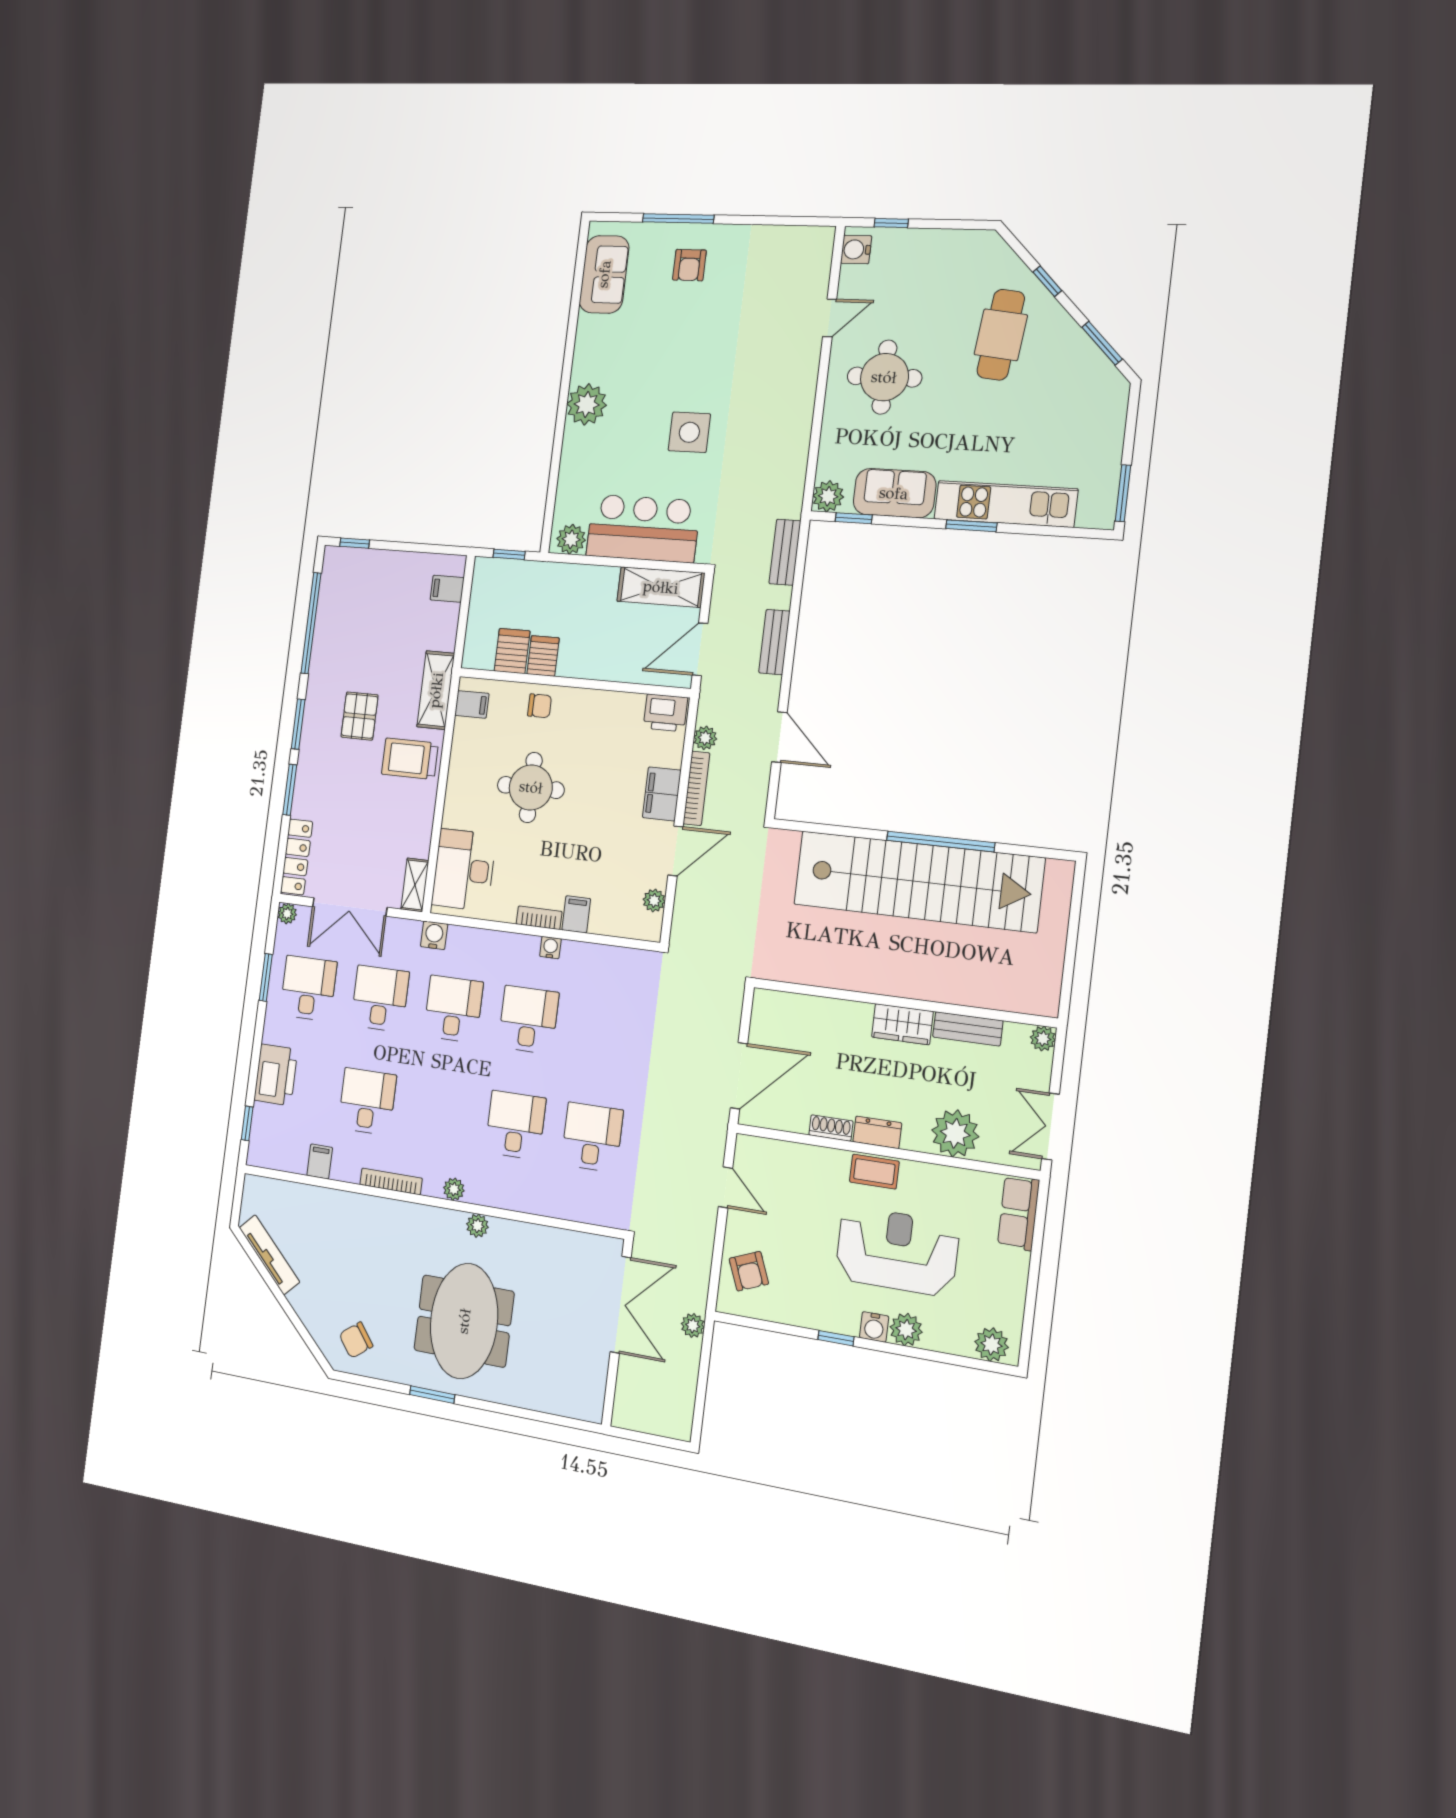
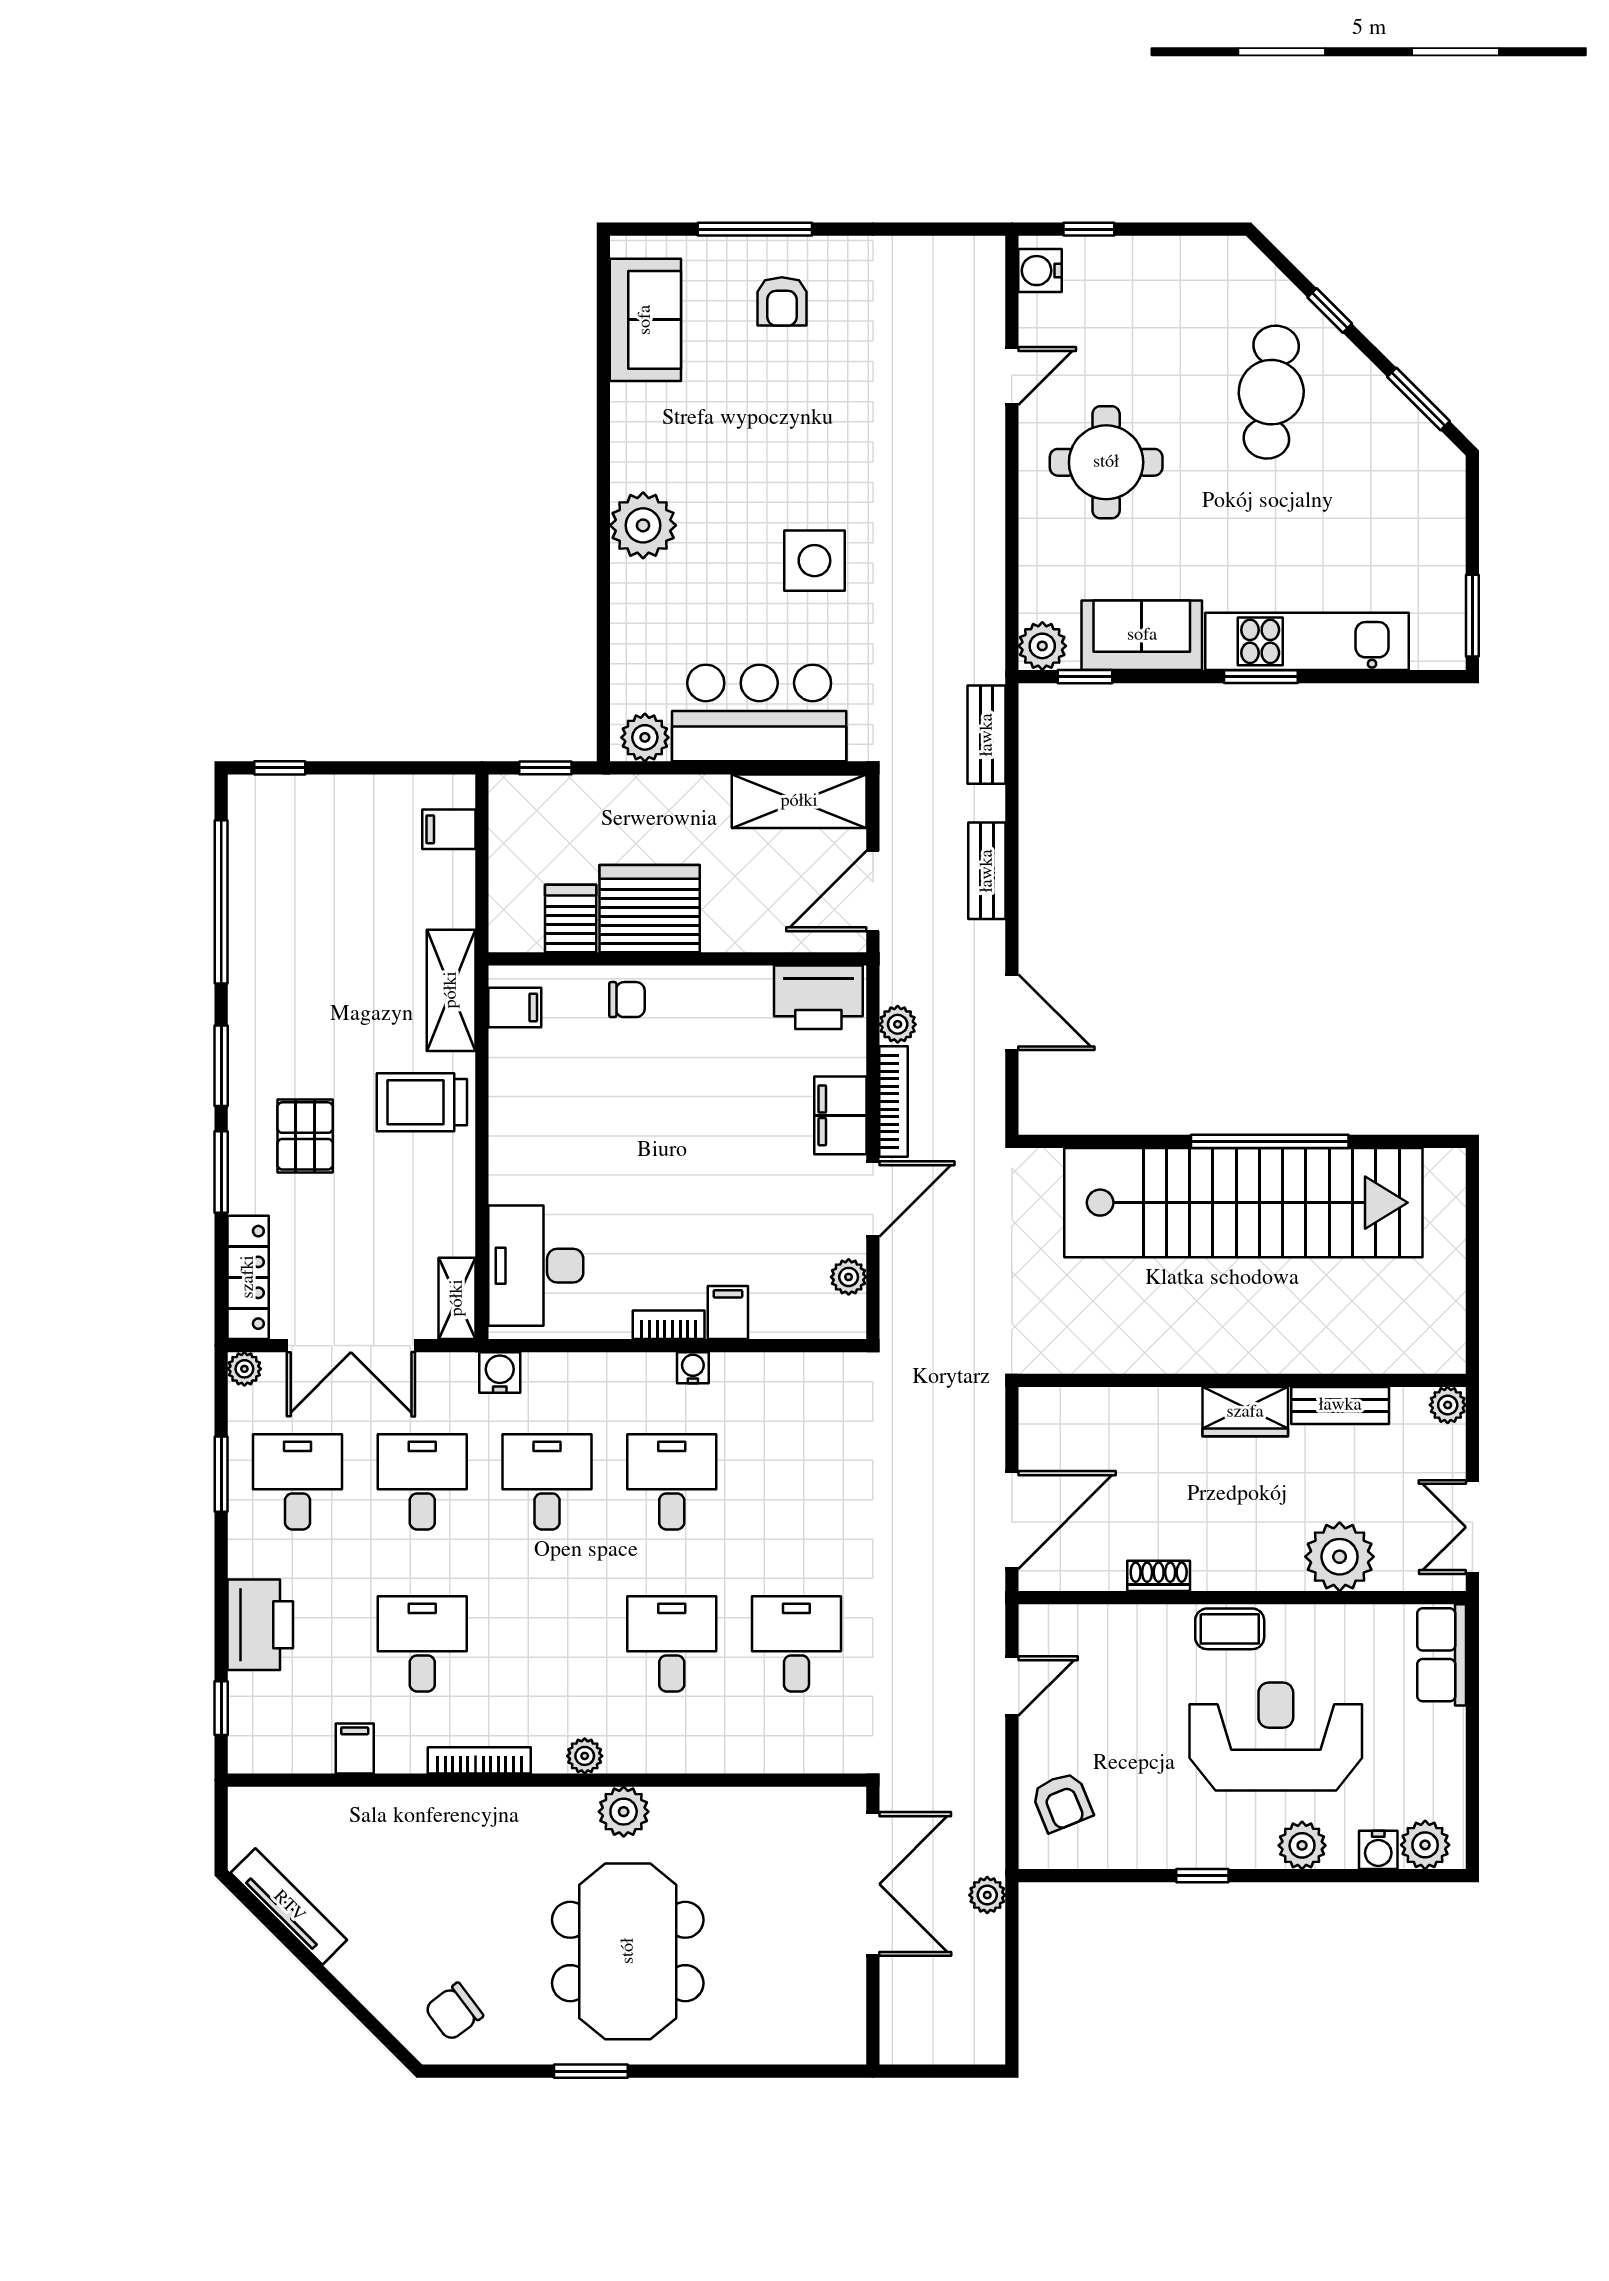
server rack: (543, 656) -> (650, 909), width x2.18, depth x1.44
printer: (665, 713) -> (818, 997), width x1.37, depth x1.19
pallet: (360, 716) -> (305, 1136), moved
round table: (531, 787) -> (629, 1127), removed
dresser: (877, 1132) -> (1227, 1572), removed
door: (726, 1187) -> (1012, 1686), hinge flipped
plant: (477, 1226) -> (624, 1812), width x1.38, depth x1.38
water cooler: (874, 1327) -> (1378, 1850), moved

